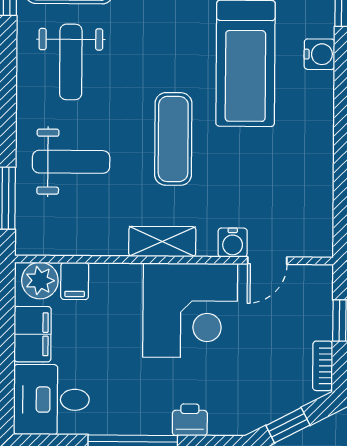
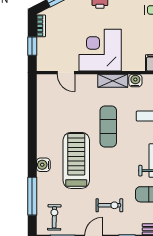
water cooler: (233, 243) -> (135, 81), moved
door: (267, 261) -> (66, 73), swing flipped

